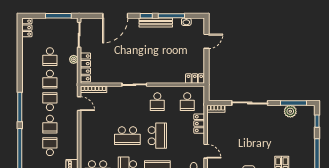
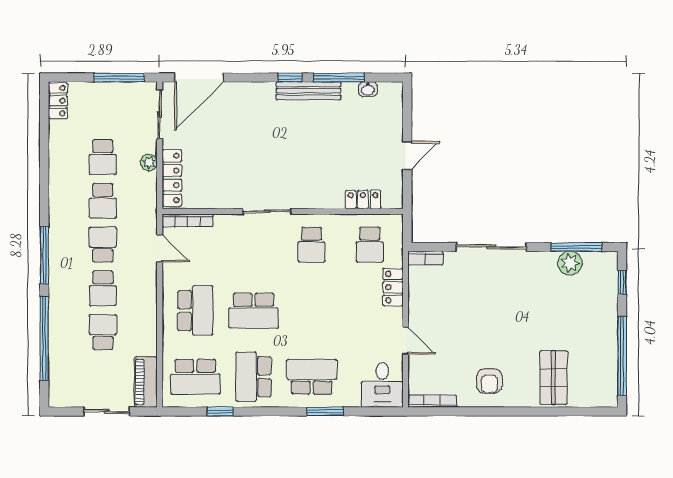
door: (115, 16) -> (199, 78), moved
door: (206, 41) -> (407, 156), moved
locker: (195, 79) -> (363, 200), moved
school desk: (157, 136) -> (195, 311), moved

